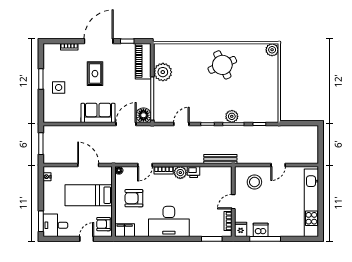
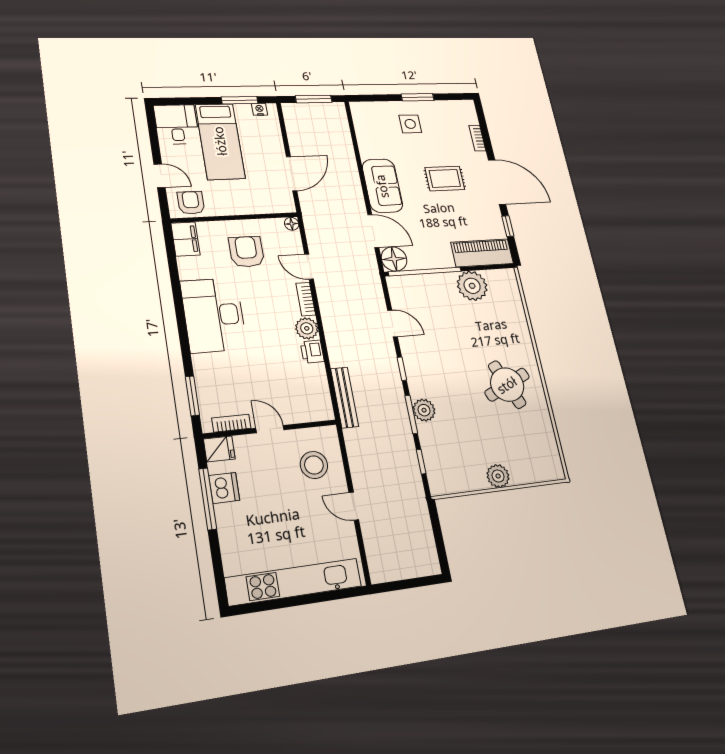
plant: (272, 50) -> (498, 476), moved
bed: (89, 195) -> (220, 141), moved, turned 180
window: (41, 221) -> (240, 100), moved

